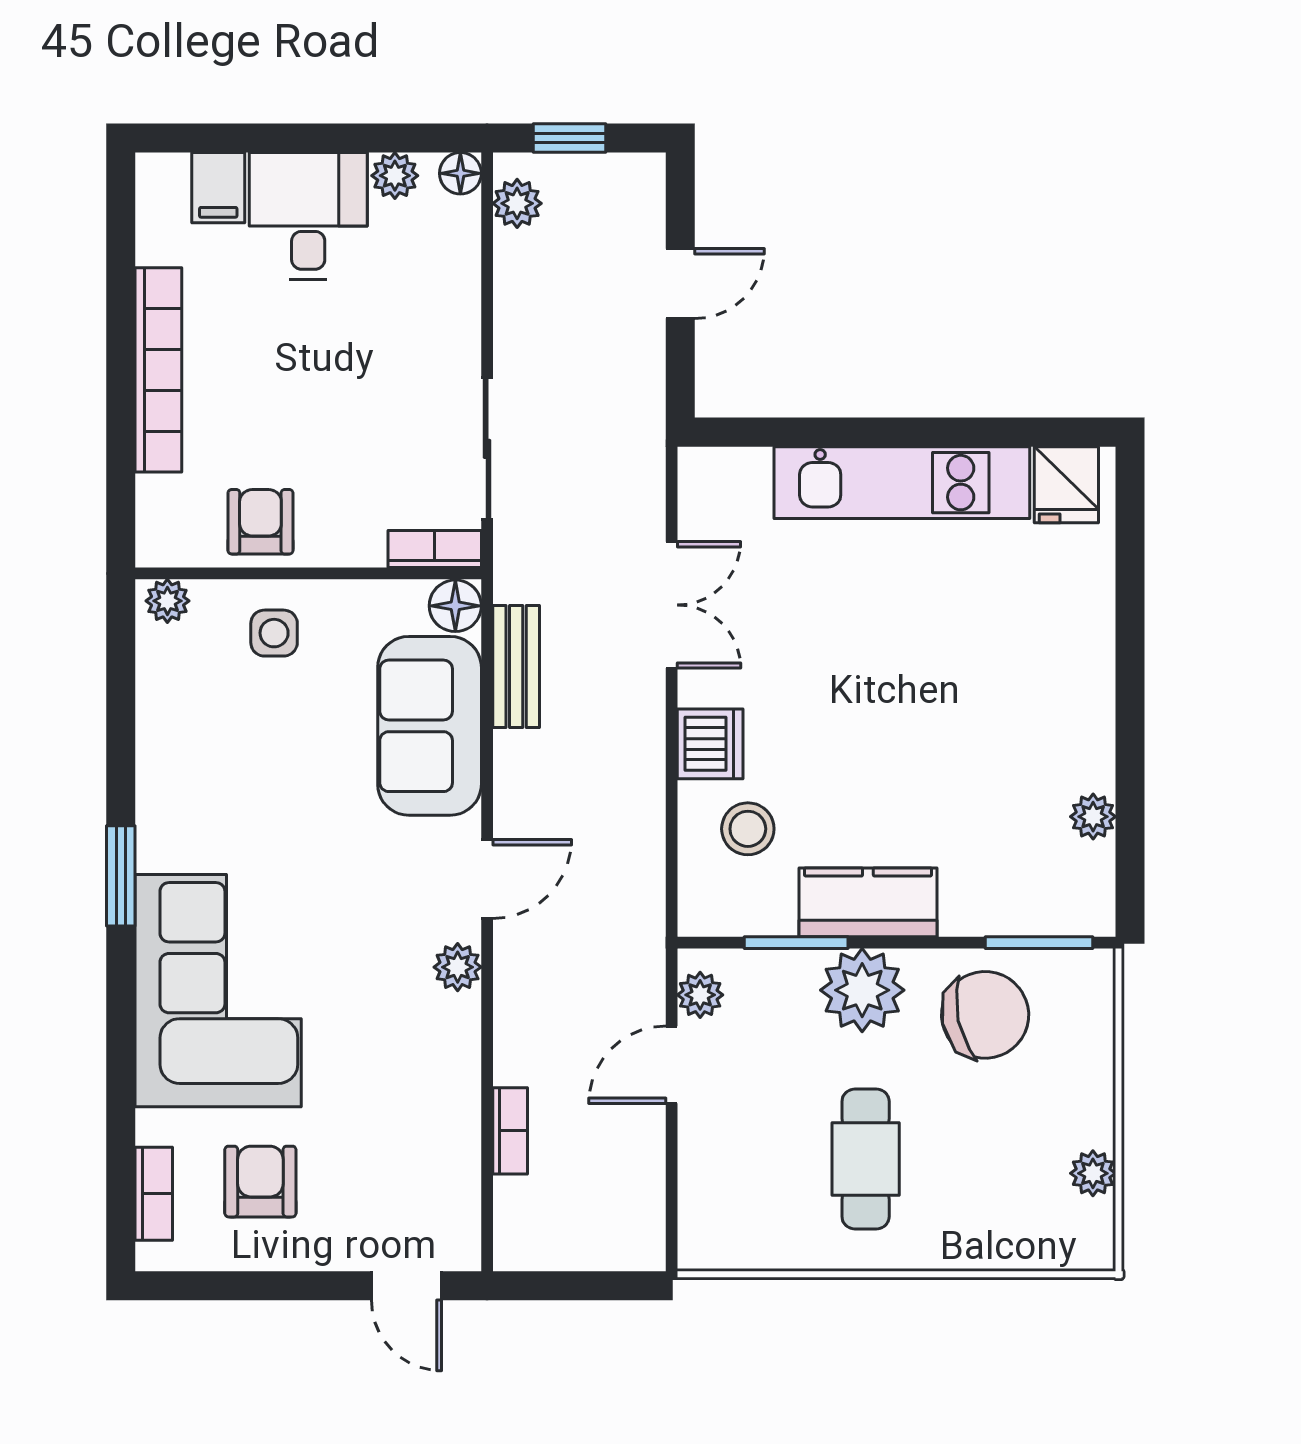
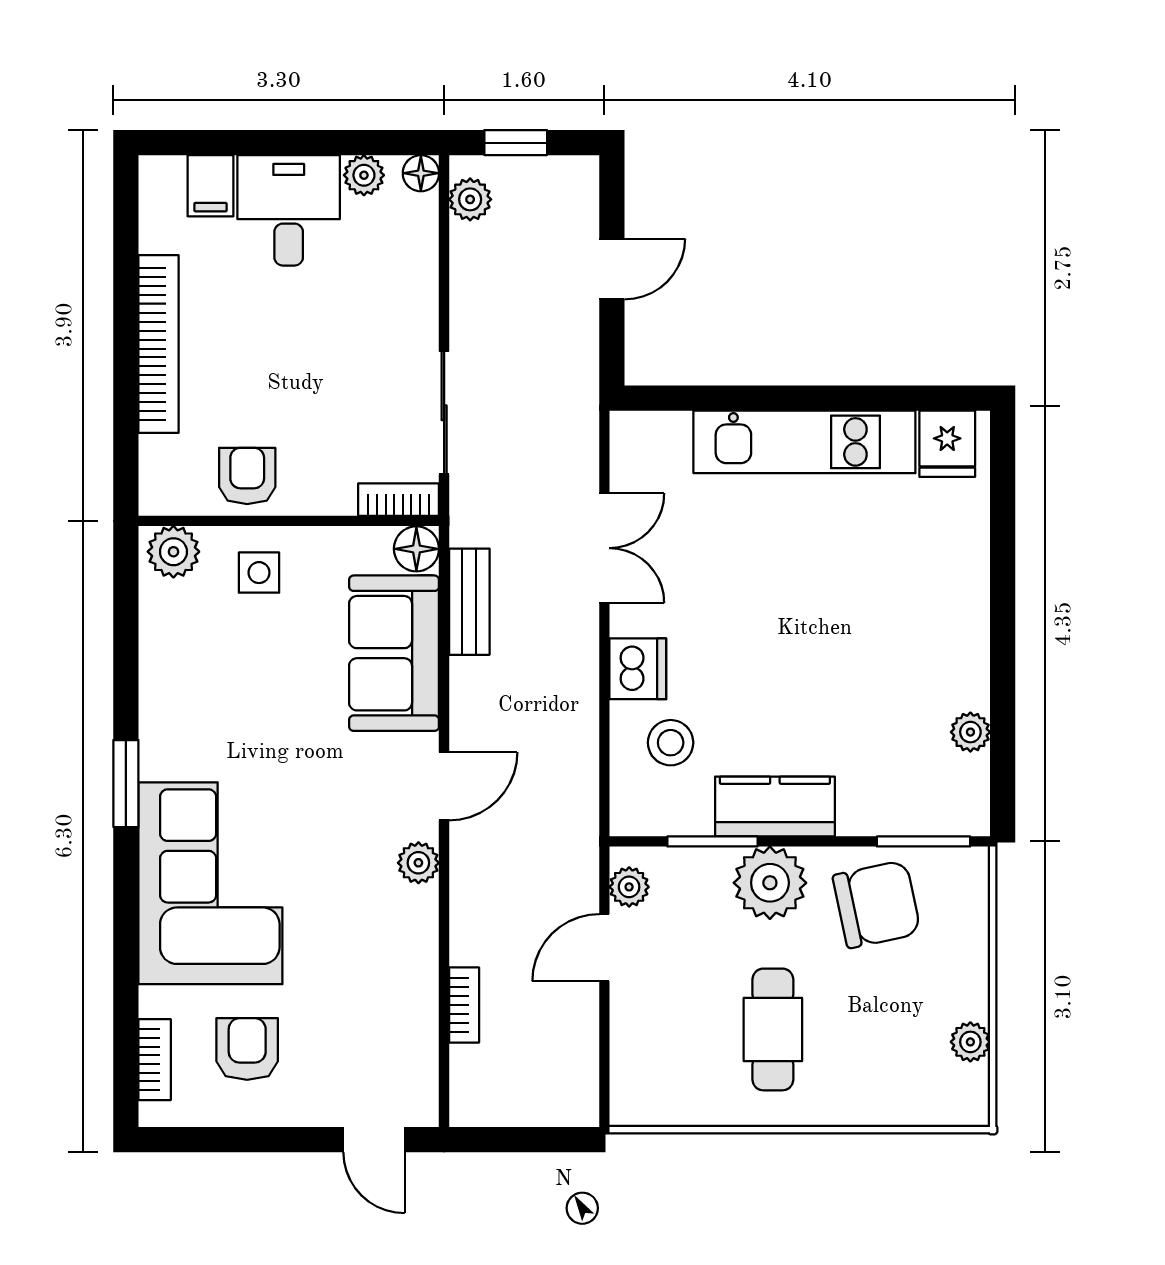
plant: (167, 601) -> (173, 552), width x1.38, depth x1.38

